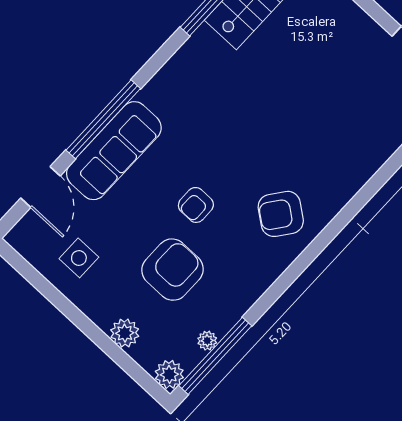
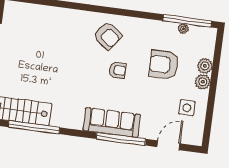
sofa: (114, 151) -> (112, 123), moved
armchair: (196, 205) -> (118, 70), moved
plant: (169, 374) -> (203, 82), moved

